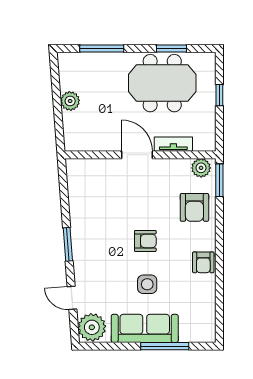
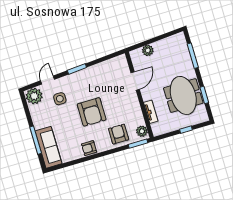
plant: (70, 101) -> (148, 50), moved
door: (137, 155) -> (135, 81), moved
armchair: (194, 207) -> (119, 134), turned 90
armchair: (145, 241) -> (92, 112), width x1.88, depth x1.88
side table: (147, 284) -> (60, 99), moved
sofa: (145, 328) -> (48, 147), moved

